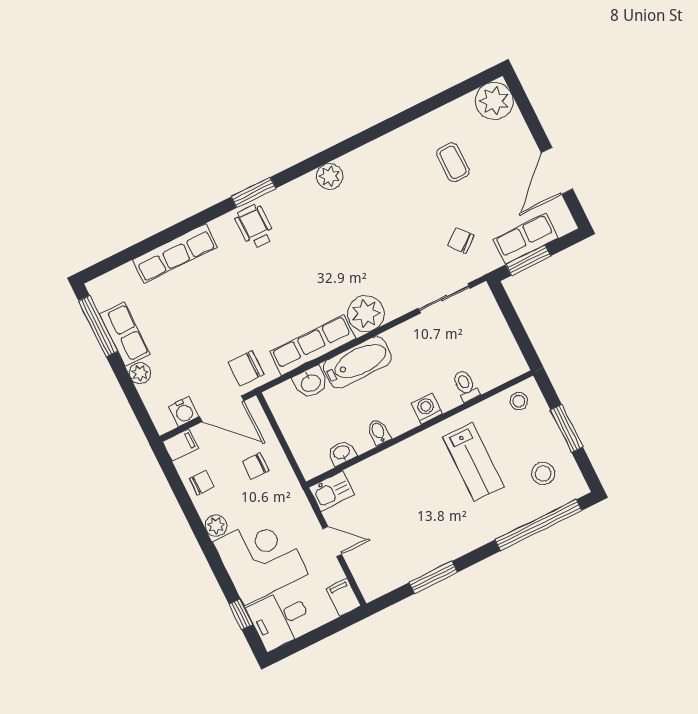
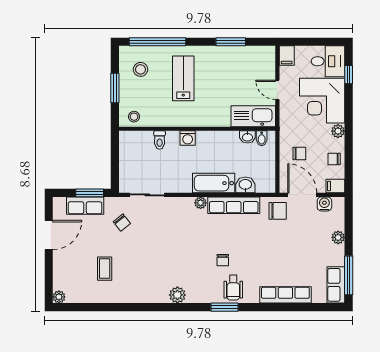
plant: (494, 101) -> (59, 297), width x0.53, depth x0.53
chair: (289, 259) -> (223, 260), added
plant: (366, 314) -> (201, 203), width x0.53, depth x0.53
row of seats: (125, 334) -> (336, 285), moved
bidet: (379, 432) -> (262, 138), moved
lab bench: (473, 462) -> (183, 78), moved
kitchen sink: (332, 491) -> (253, 116), width x1.87, depth x1.24

